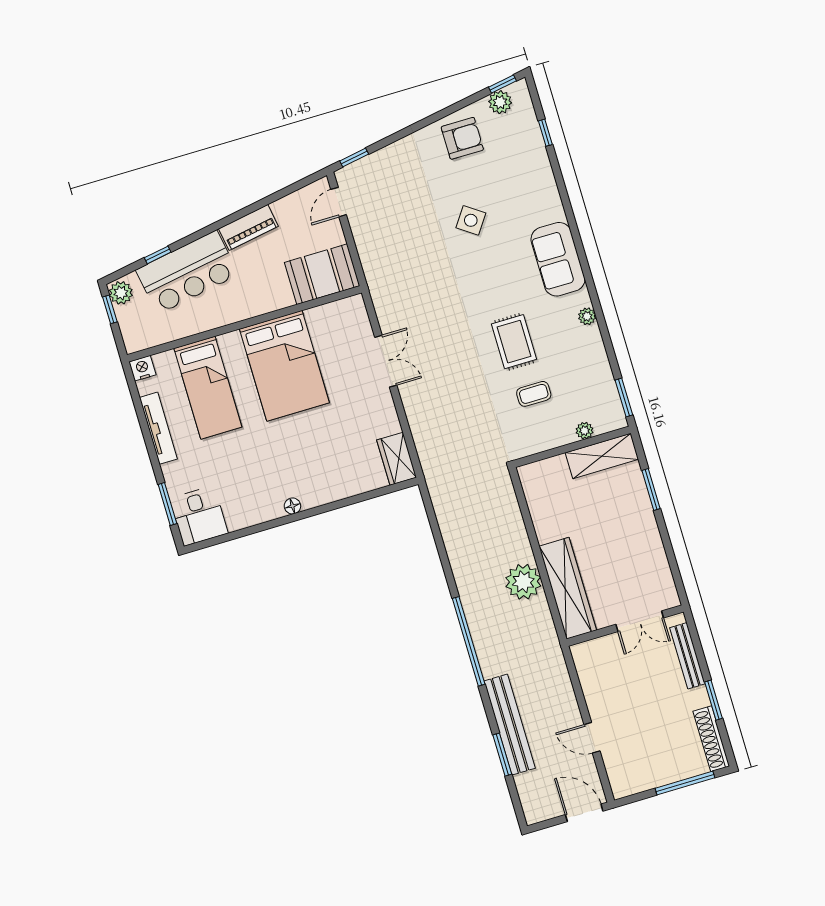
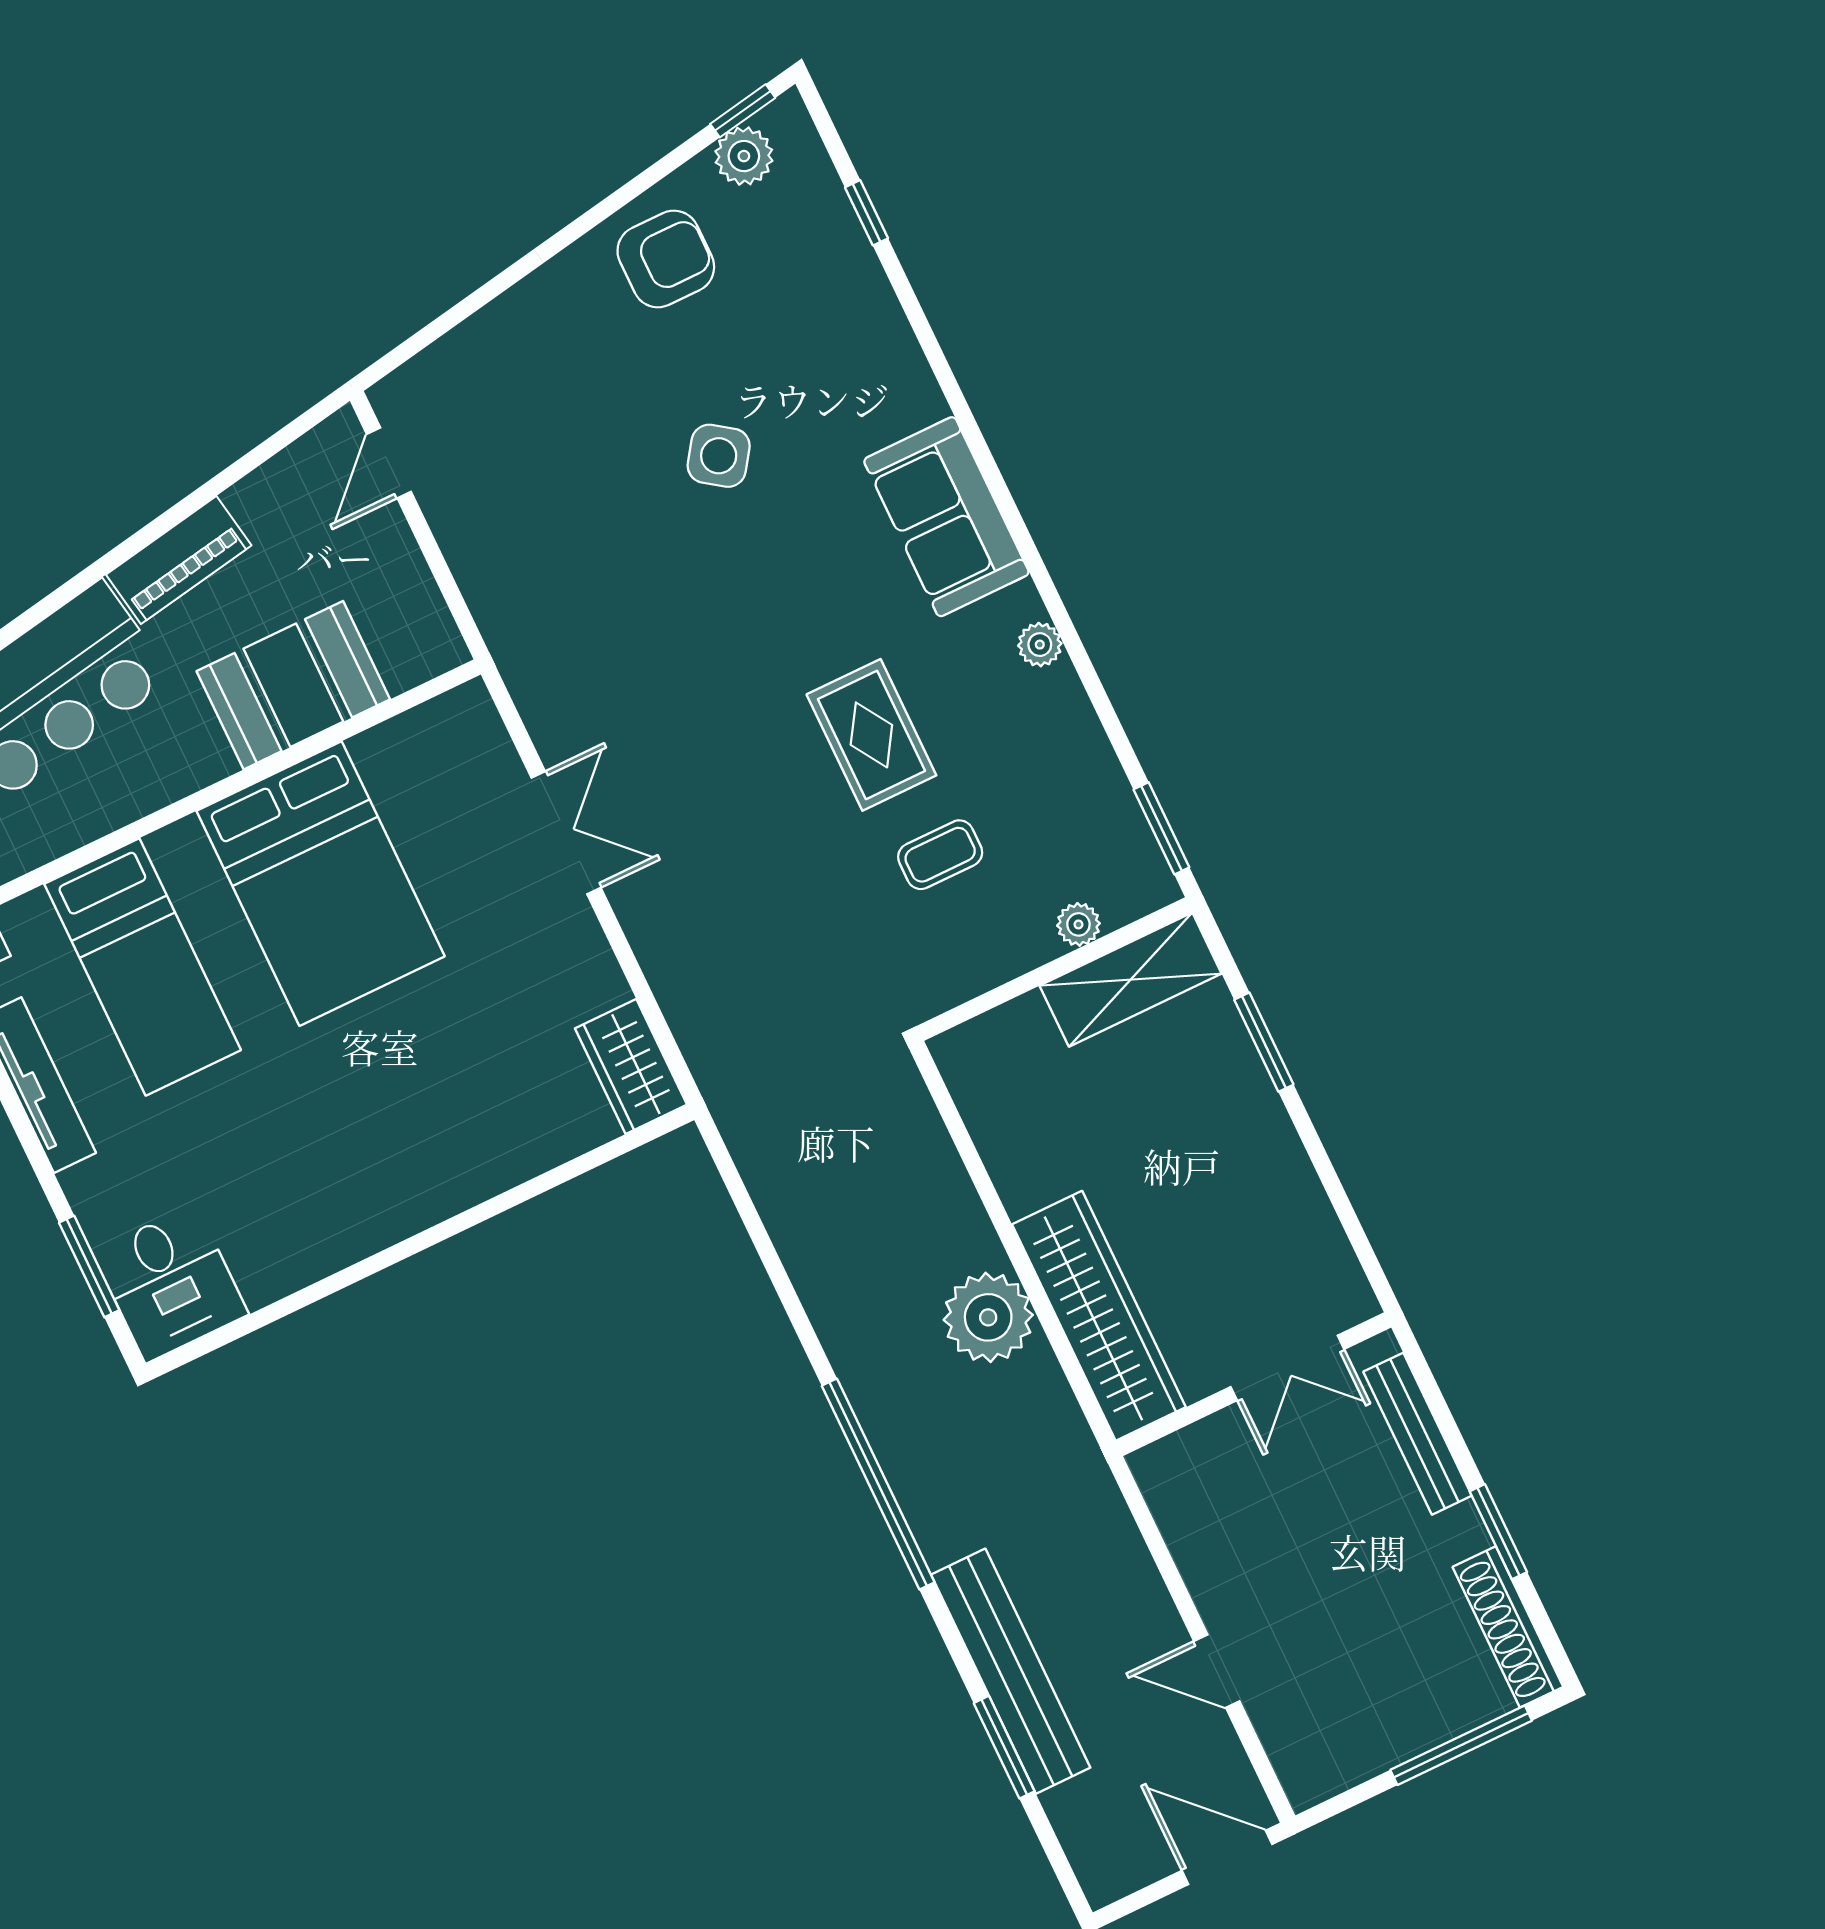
window: (354, 158) -> (410, 348), removed
booth: (322, 274) -> (293, 685), moved
floor lamp: (292, 506) -> (395, 1222), removed

